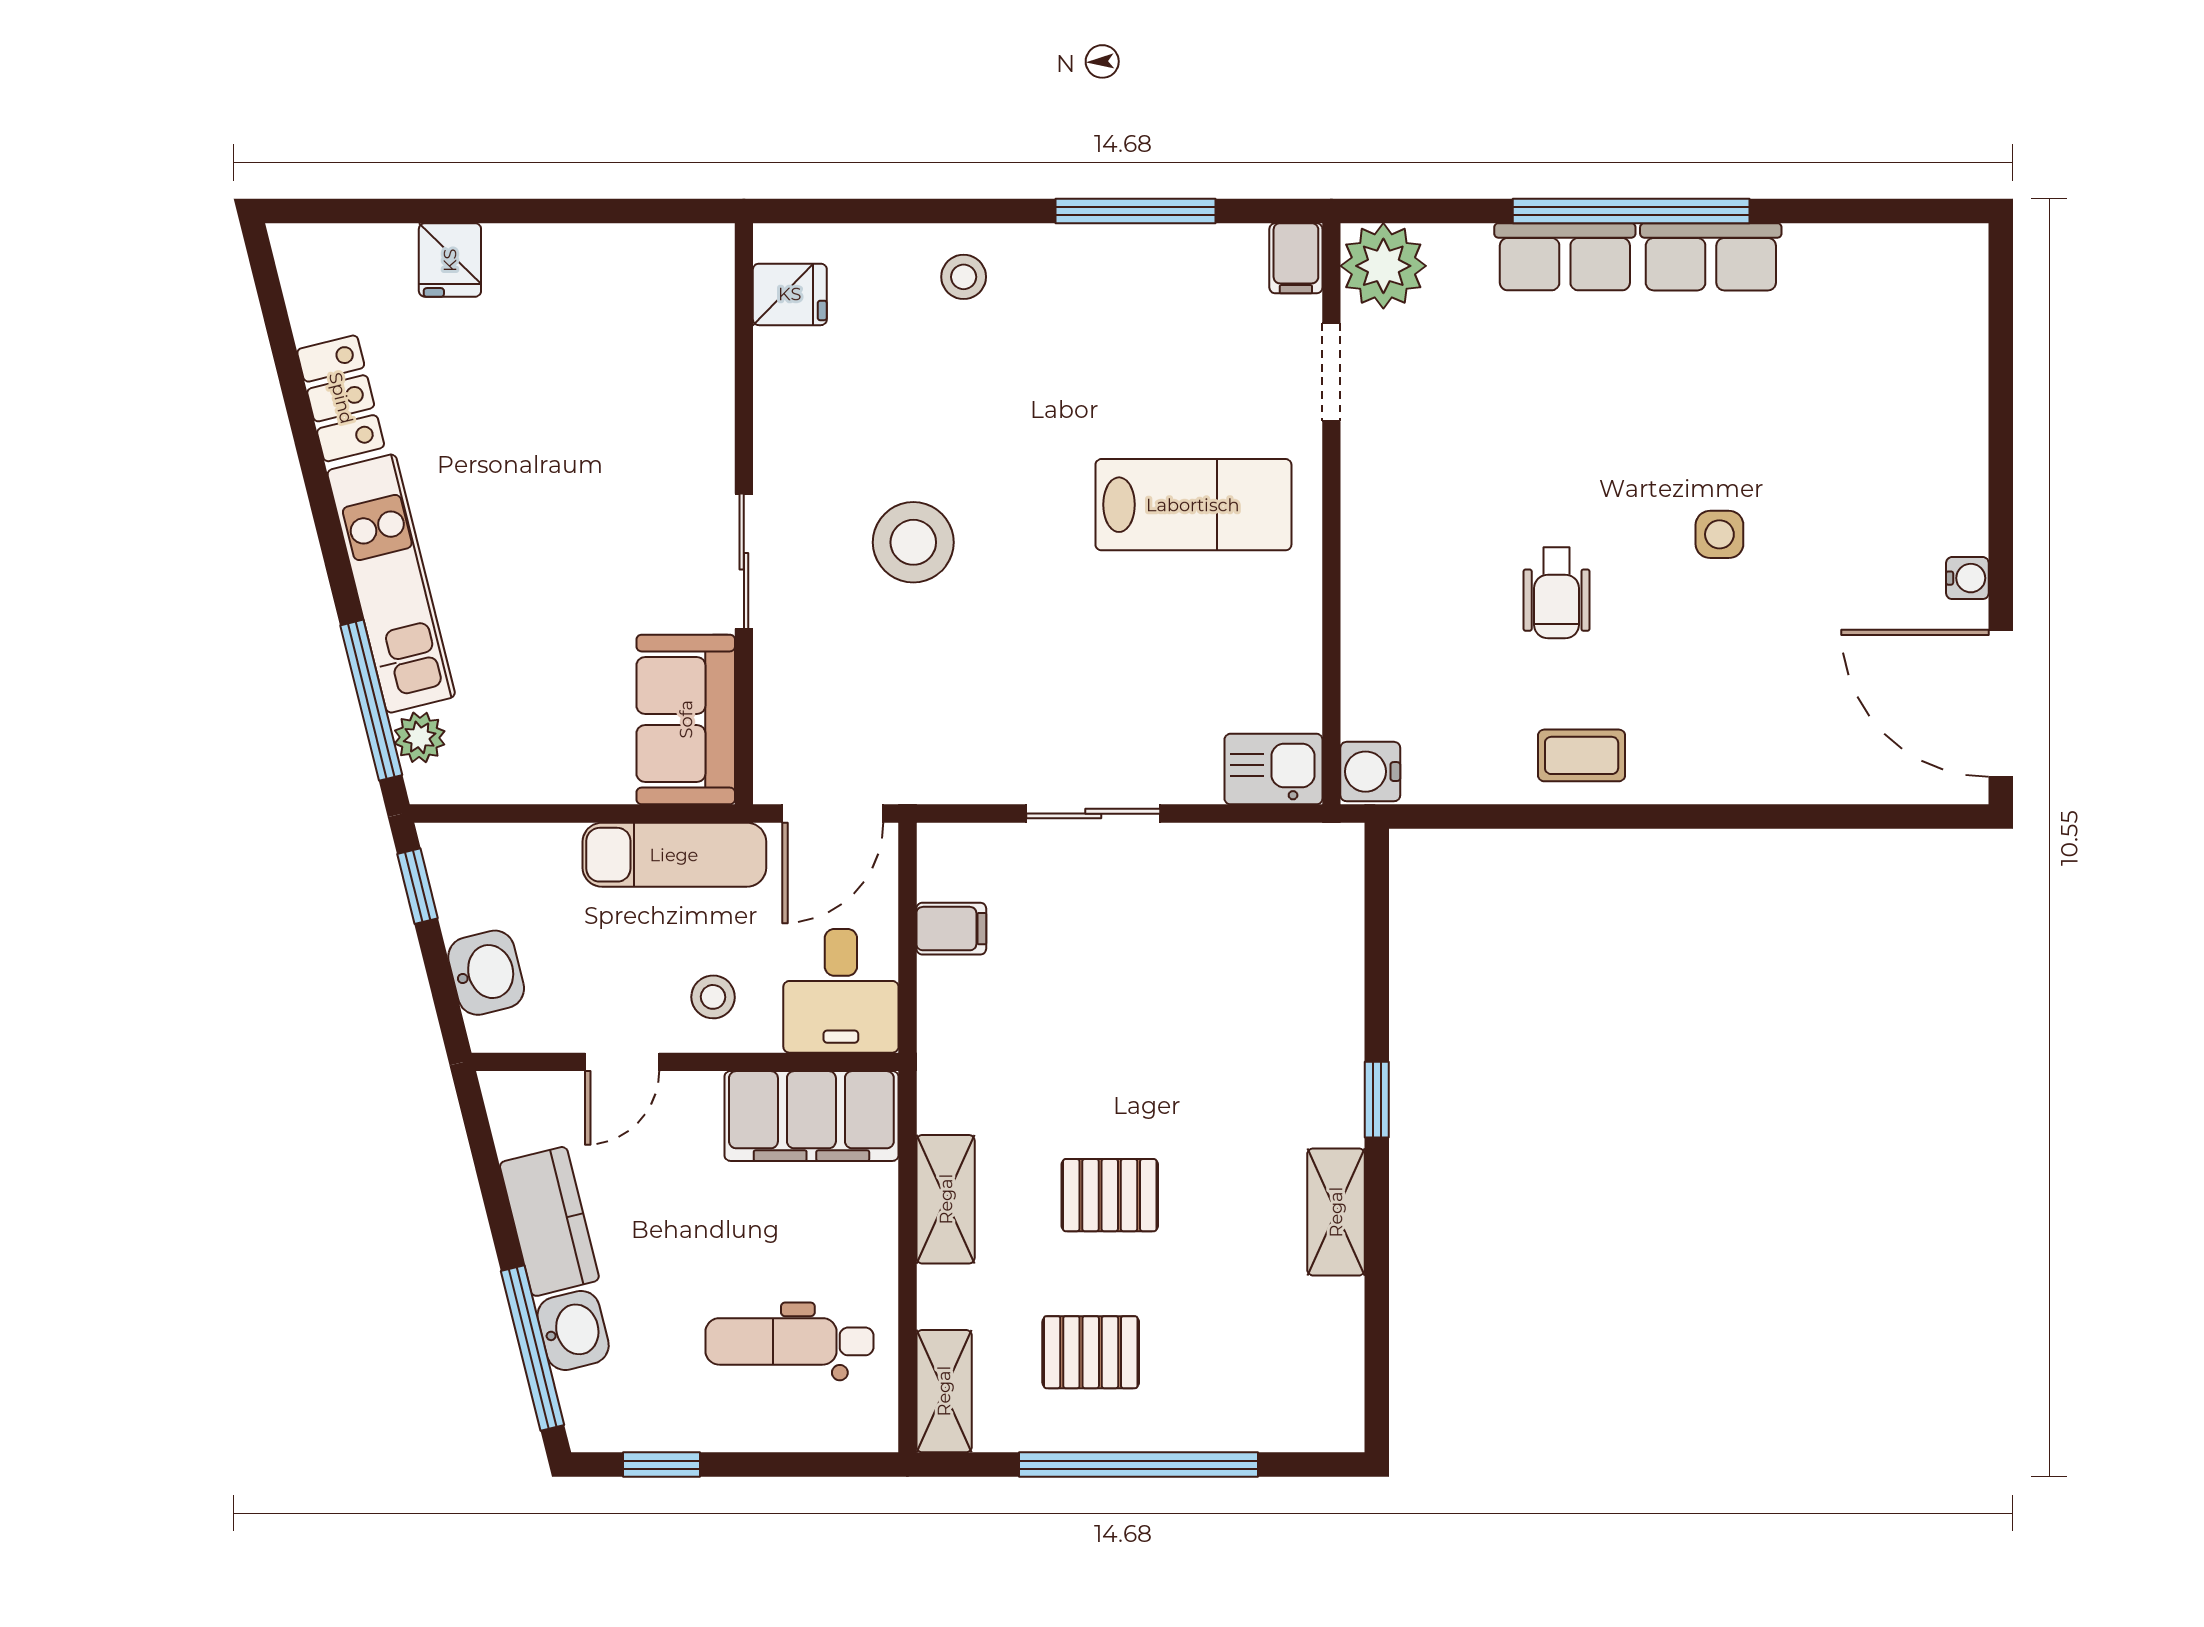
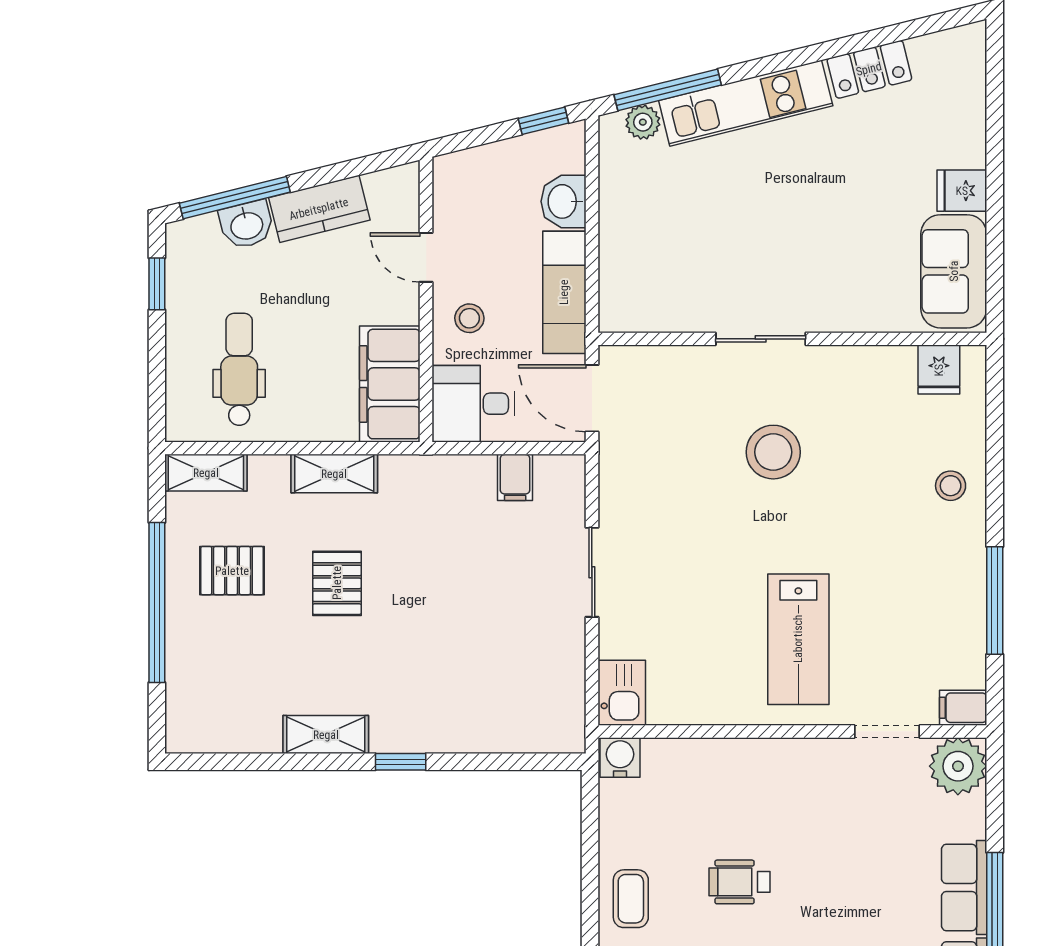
fridge: (450, 260) -> (962, 191), moved
sofa: (686, 719) -> (954, 271), moved, turned -90
washbasin: (486, 973) -> (564, 201), moved, turned 104
pallet: (1091, 1352) -> (232, 571), turned 90

